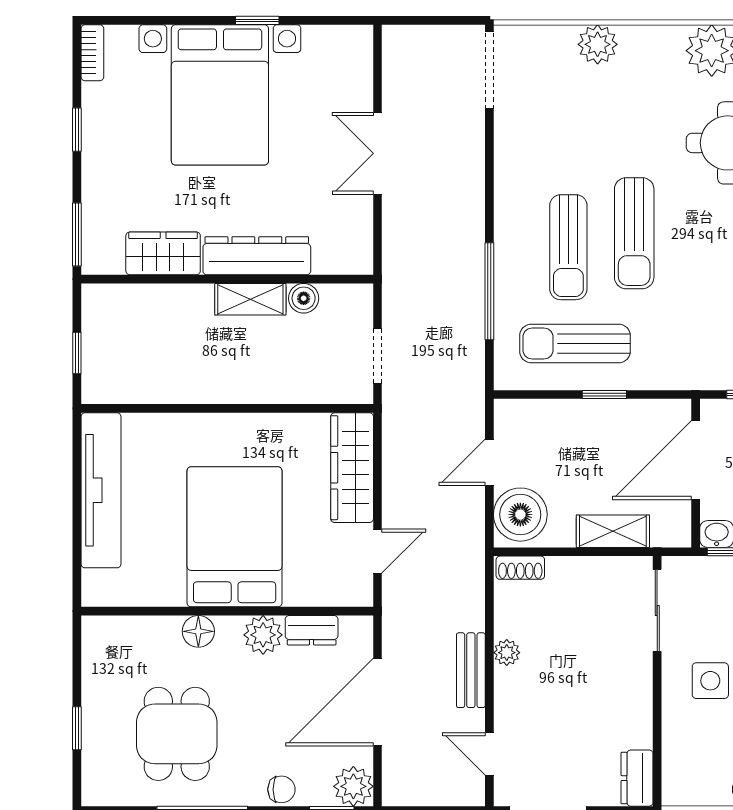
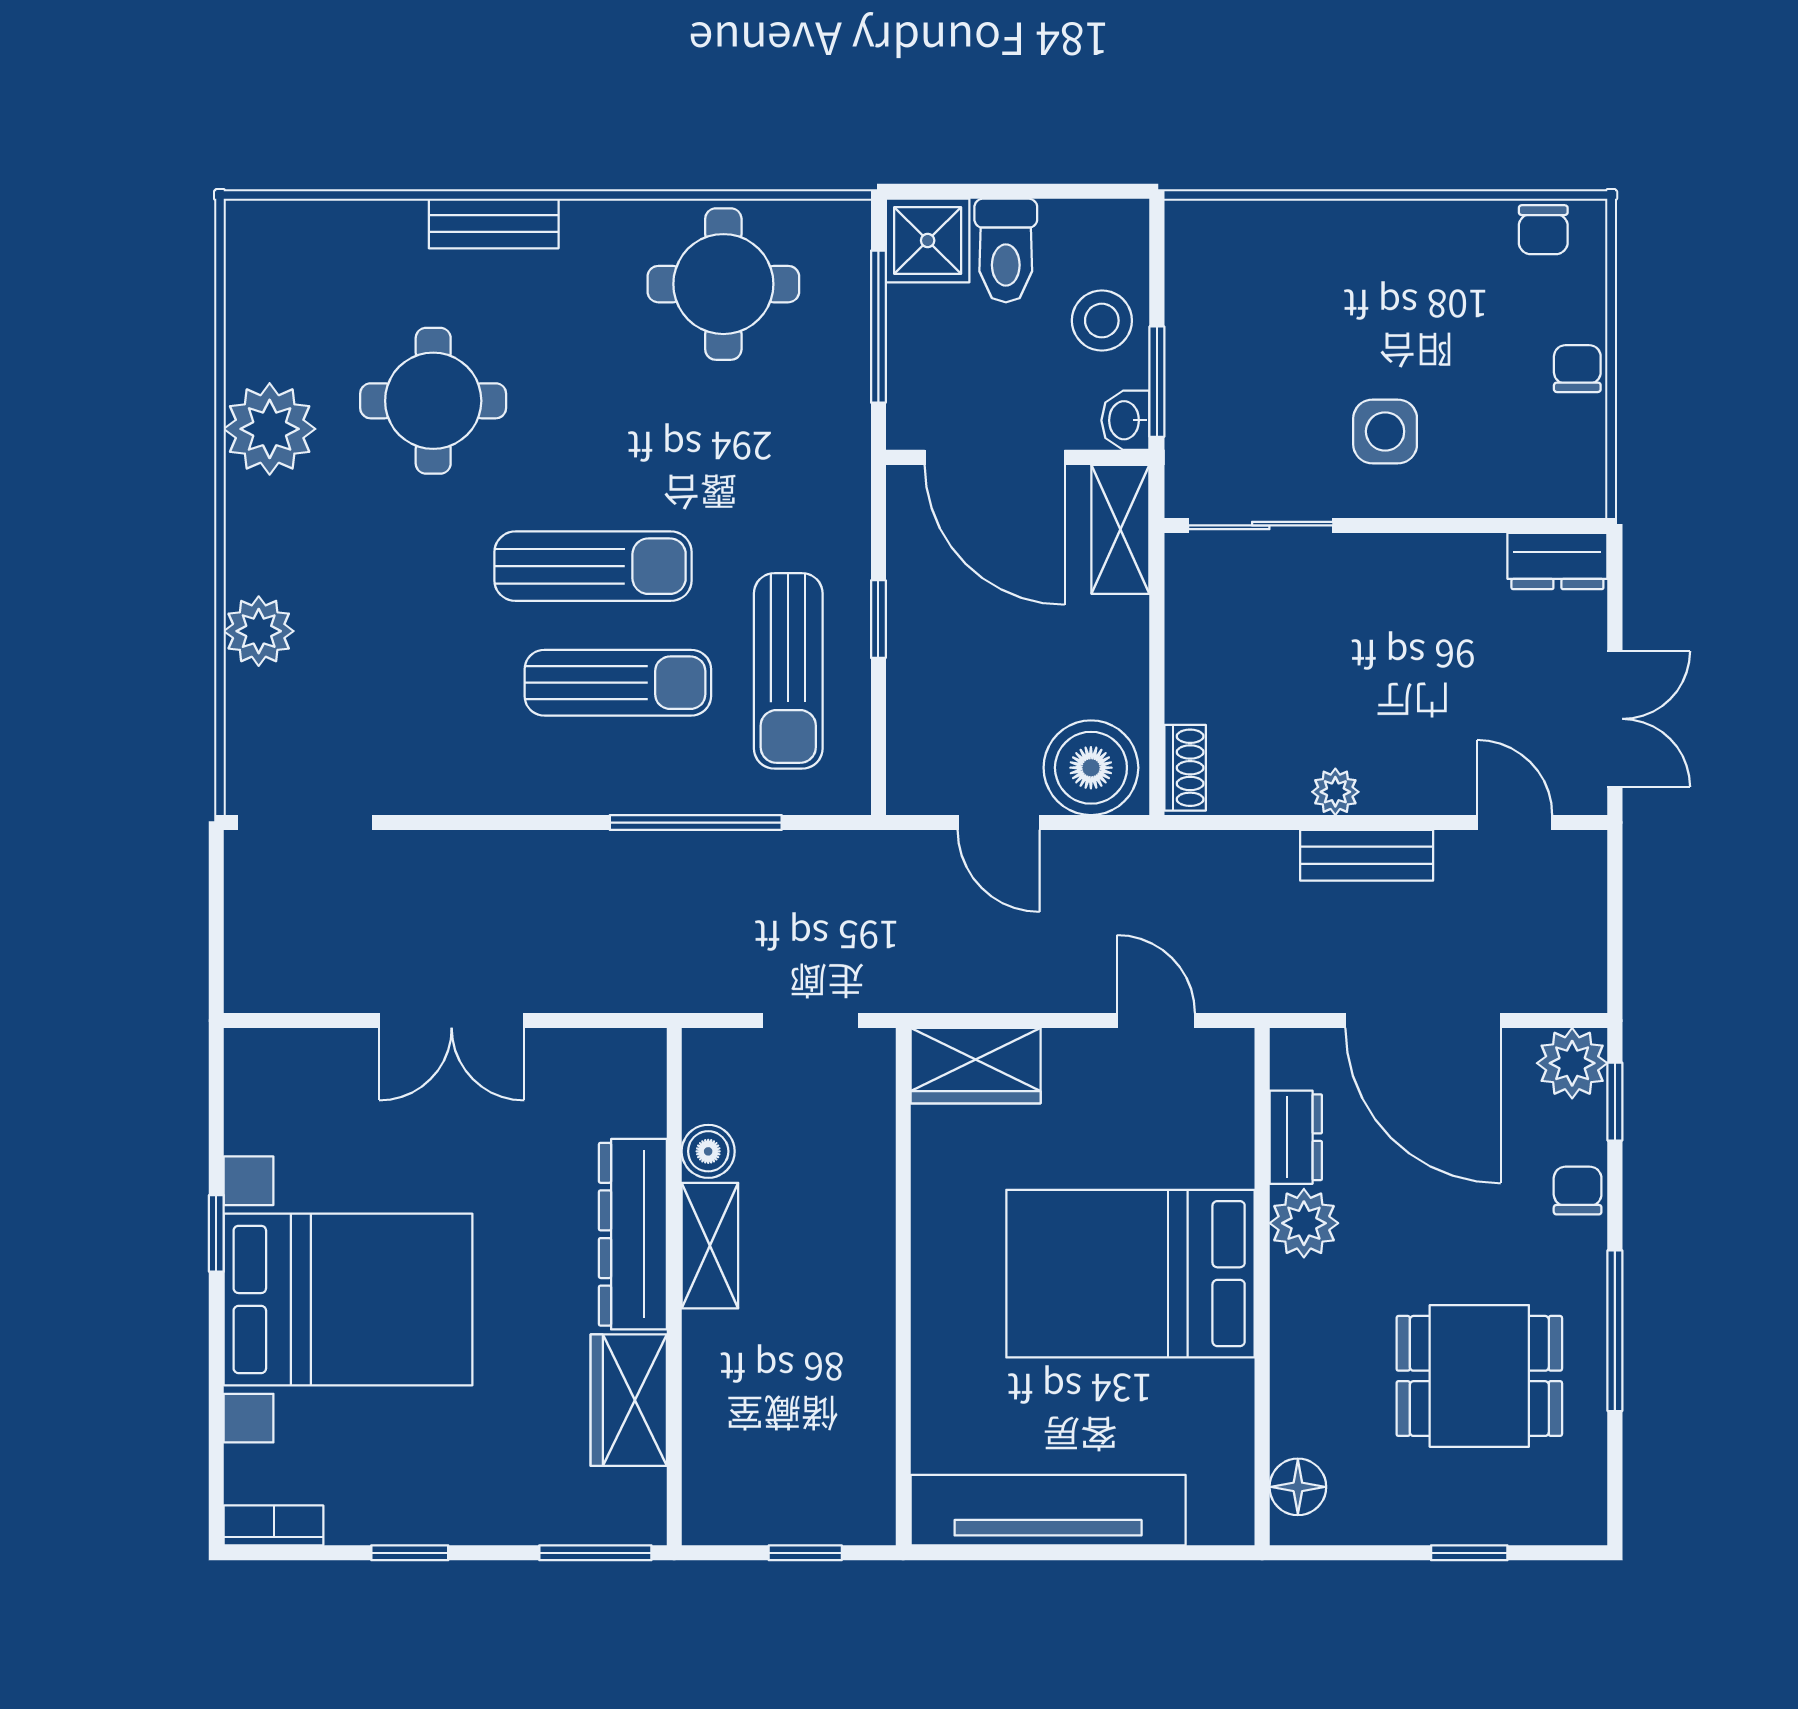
wardrobe: (352, 468) -> (976, 1066), width x0.67
shelving: (613, 531) -> (1120, 529), moved
floor lamp: (198, 631) -> (1298, 1487), moved
door: (489, 754) -> (1515, 823), swing flipped

